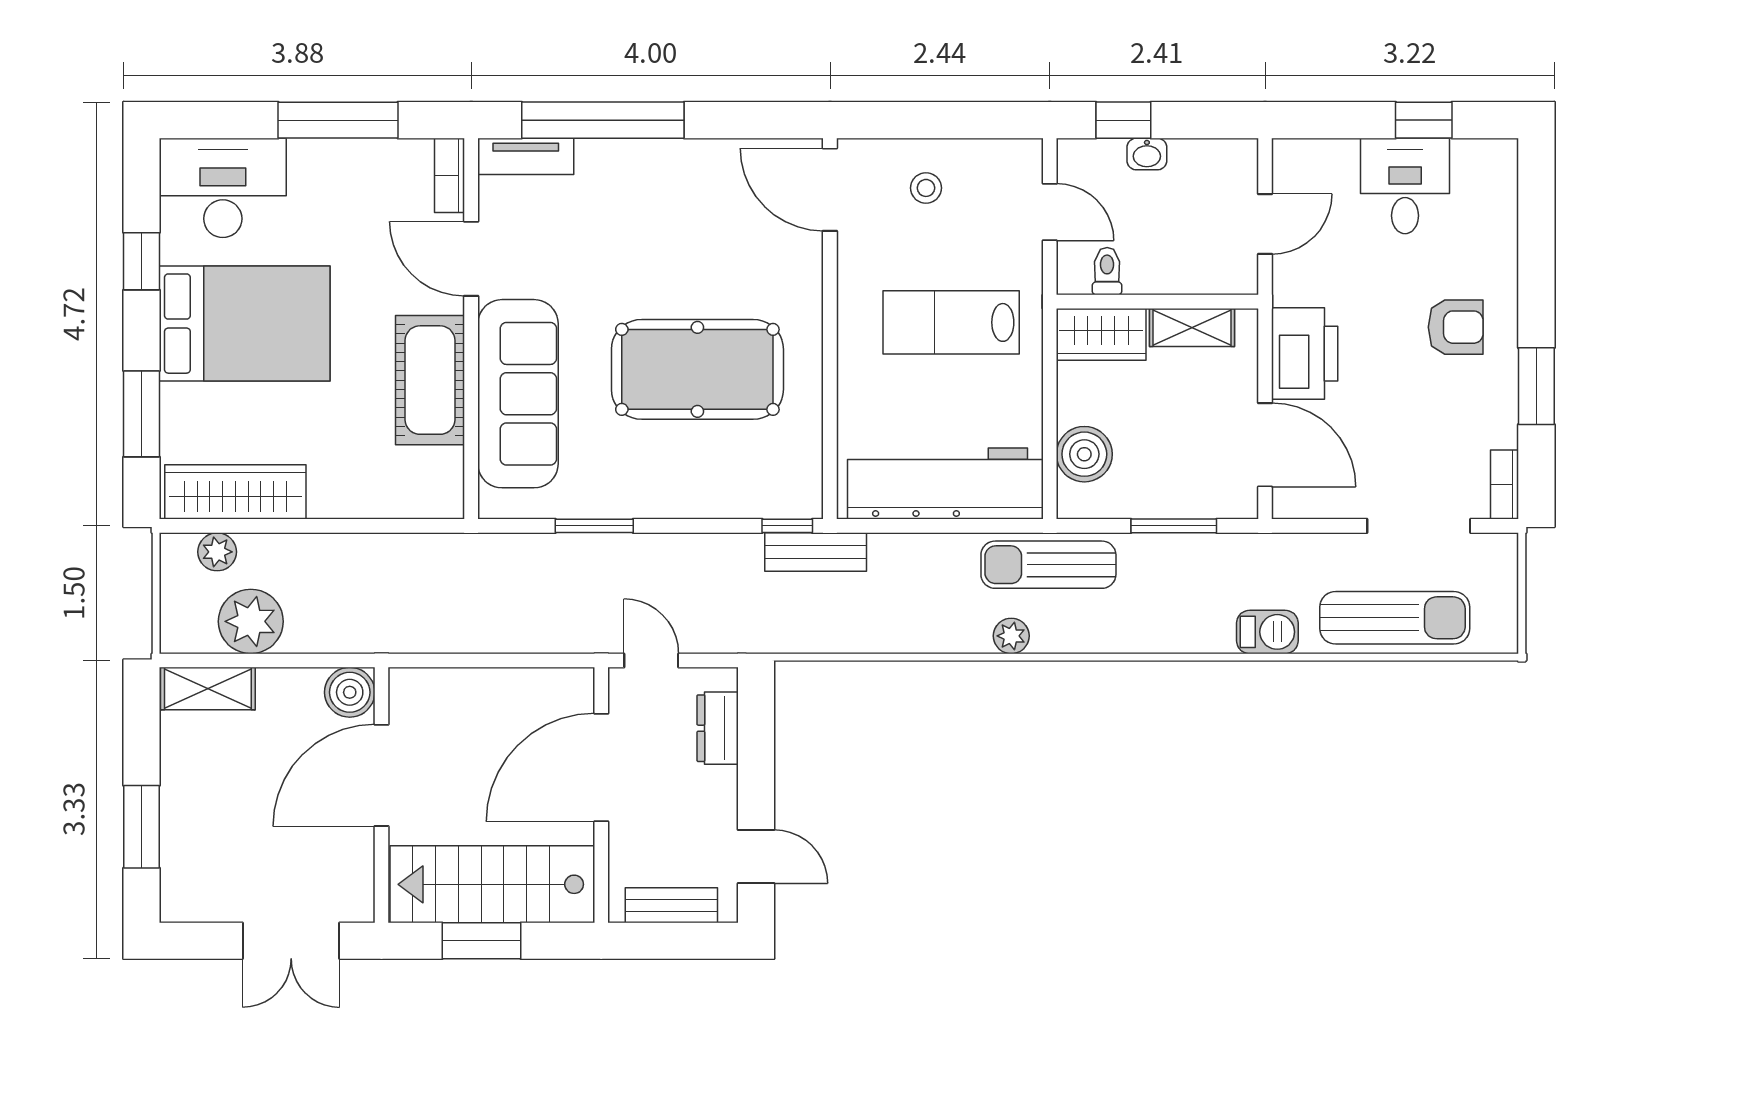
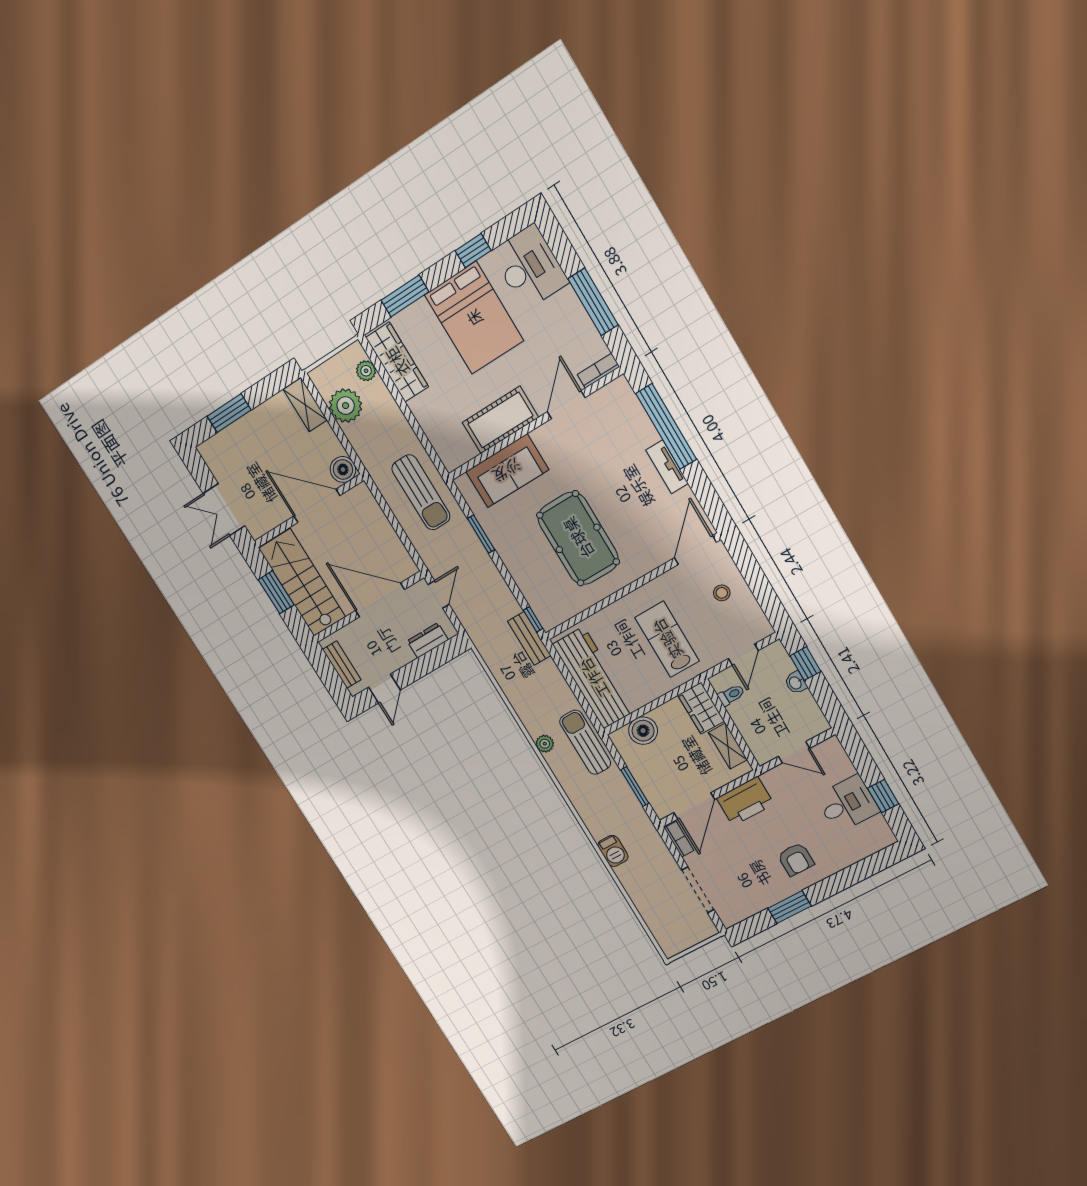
tv unit: (526, 156) -> (667, 467), moved
sofa: (518, 394) -> (507, 471), width x0.73
bookcase: (1505, 485) -> (679, 839), moved, turned 90
sun lounger: (1395, 618) -> (421, 492), moved

